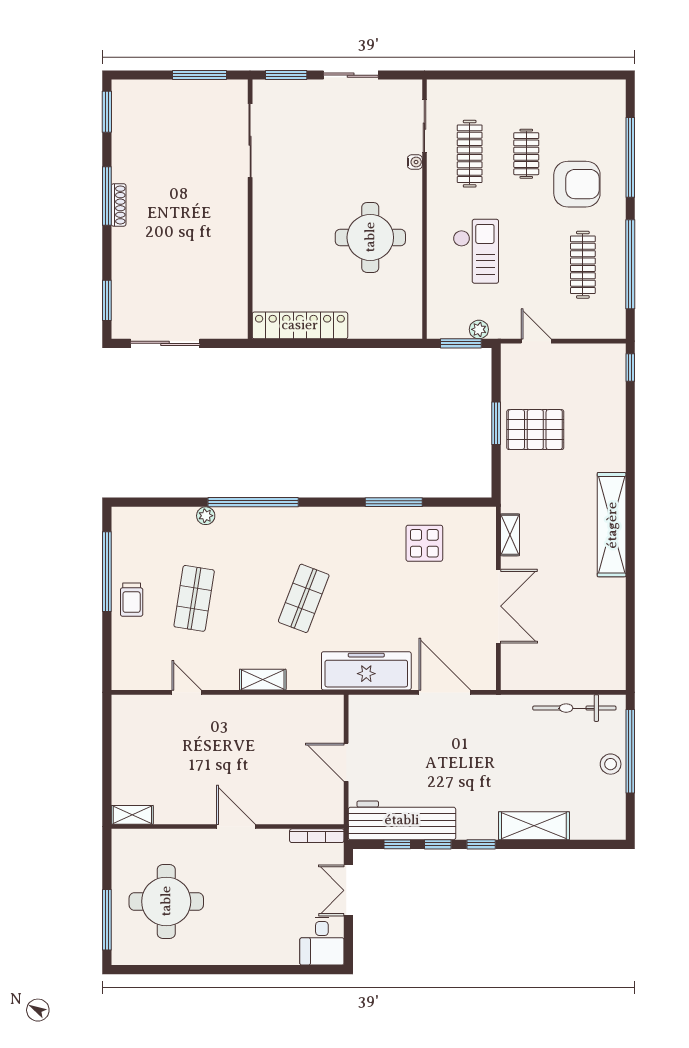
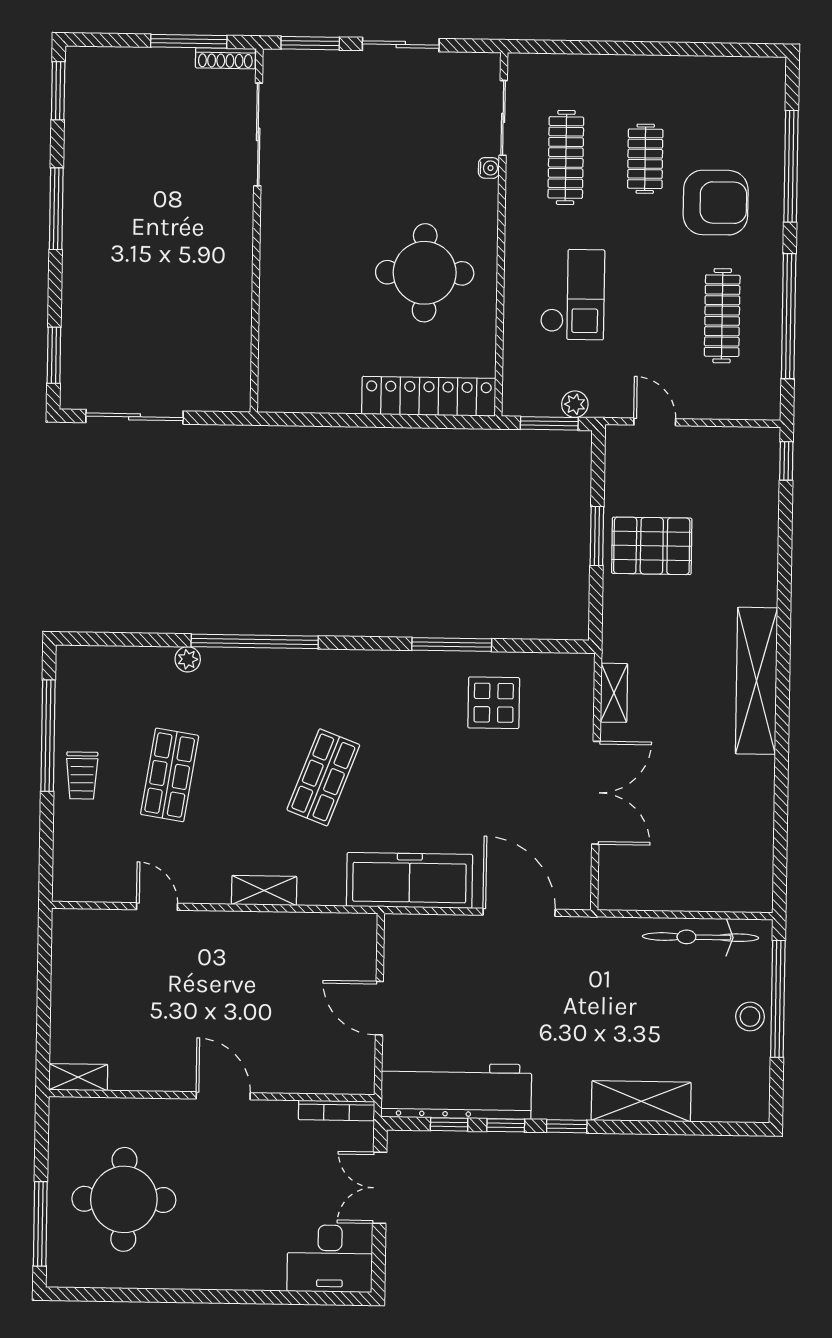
shoe rack: (119, 205) -> (225, 58), moved, turned 90
locker: (300, 325) -> (429, 396), moved
desk: (322, 941) -> (330, 1259), width x1.37

